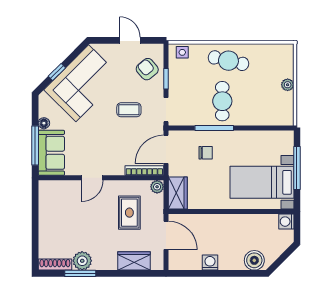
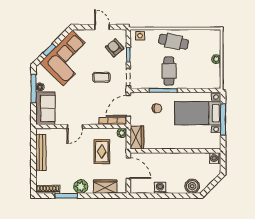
window: (35, 146) -> (34, 89), moved
bed with nightstands: (262, 182) -> (198, 113), moved
bench: (45, 214) -> (41, 152), added
plant: (82, 261) -> (81, 186), moved

